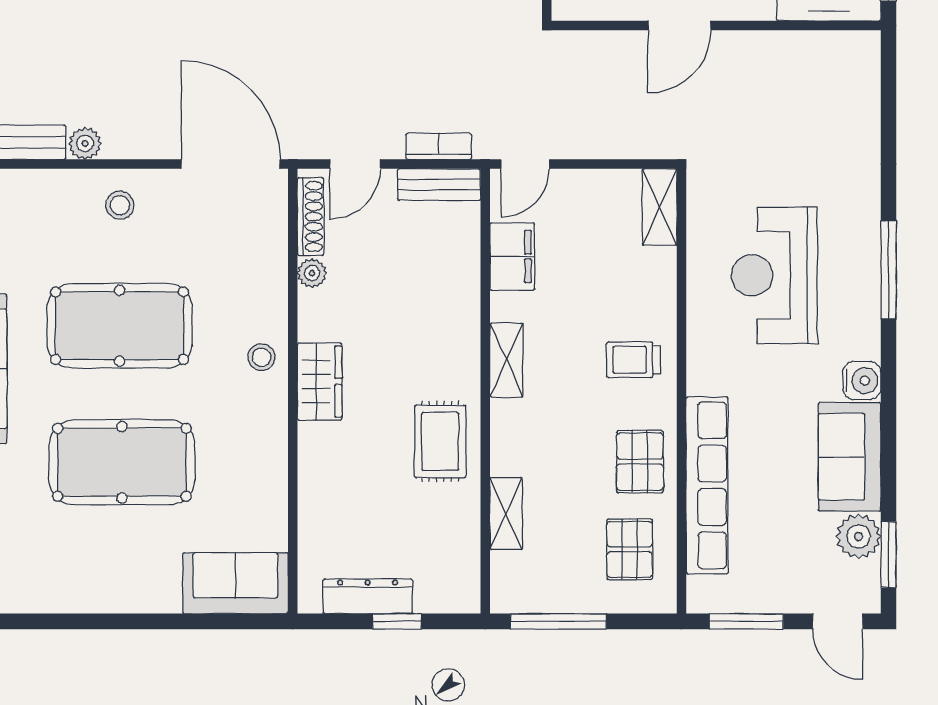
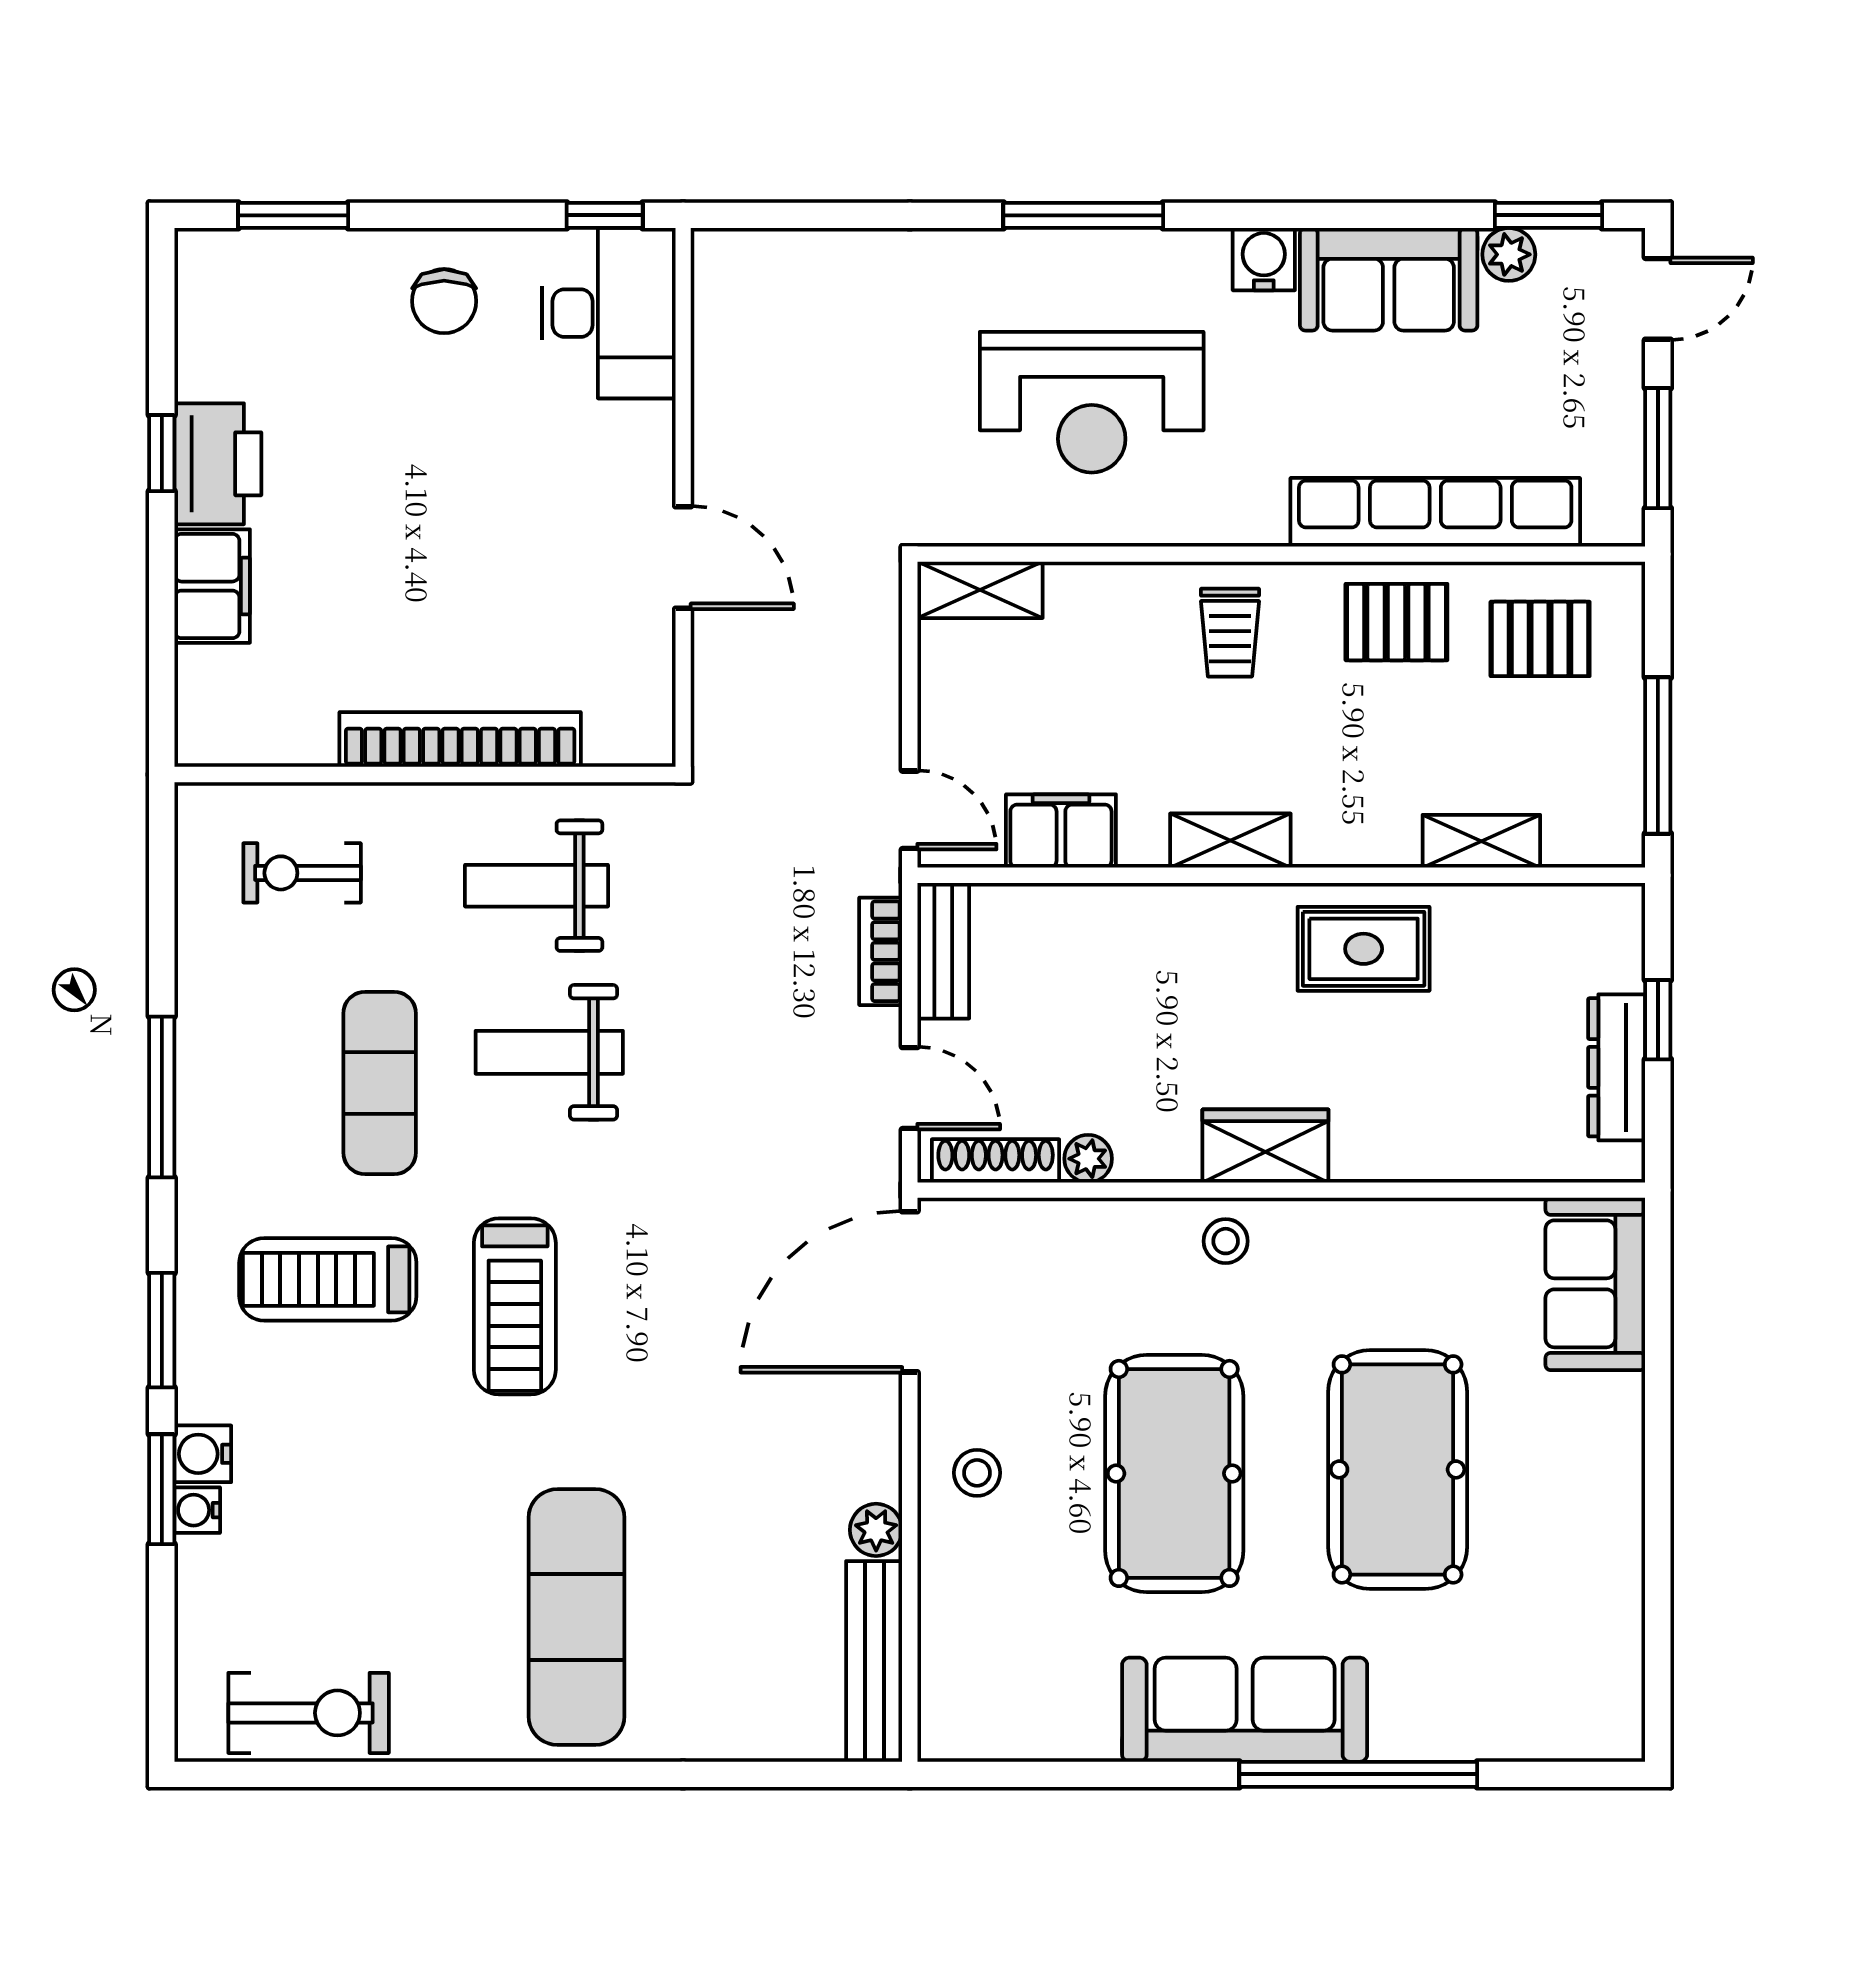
plant: (859, 536) -> (1509, 254), width x0.73, depth x0.73

